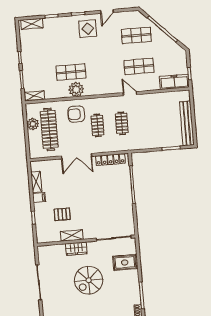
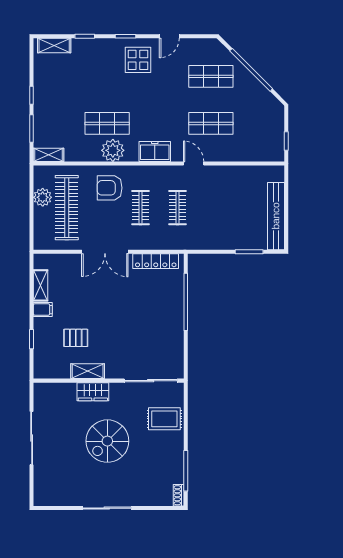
freezer: (174, 82) -> (155, 152), moved, width x0.71

